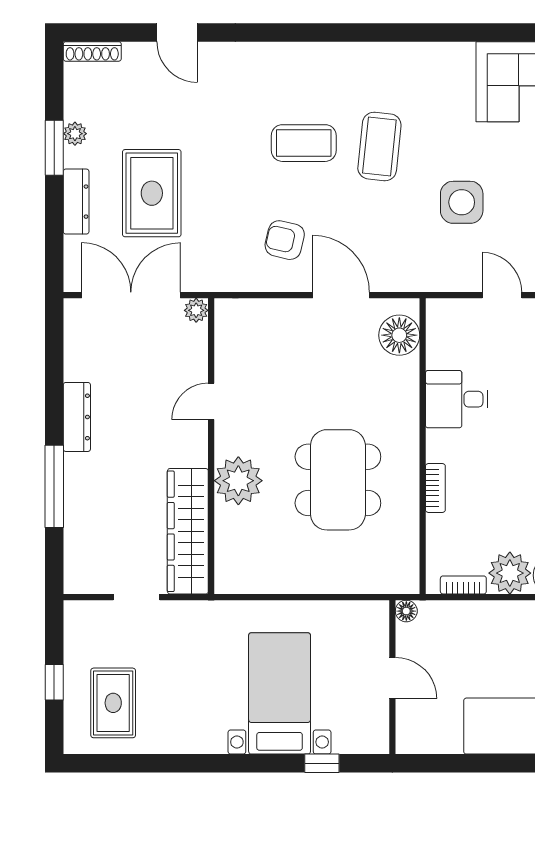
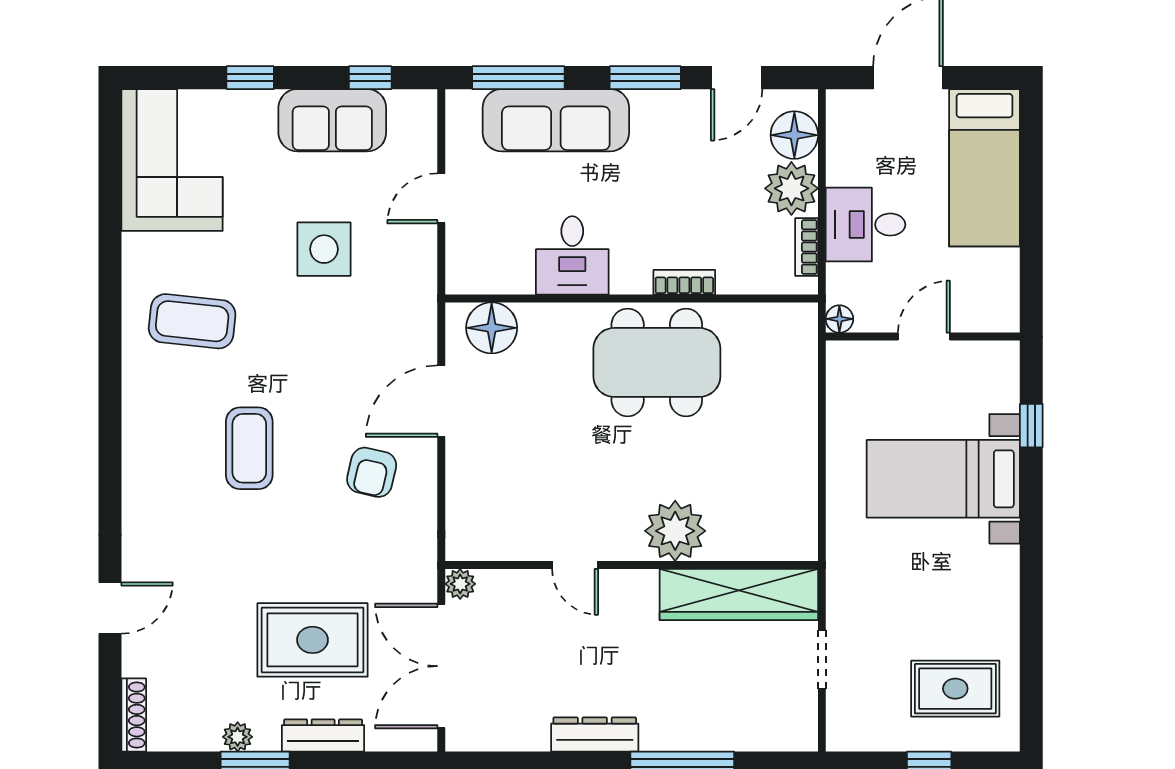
coffee table: (379, 146) -> (192, 321), moved
dining table: (338, 480) -> (657, 362), moved
desk: (481, 632) -> (866, 225), added

